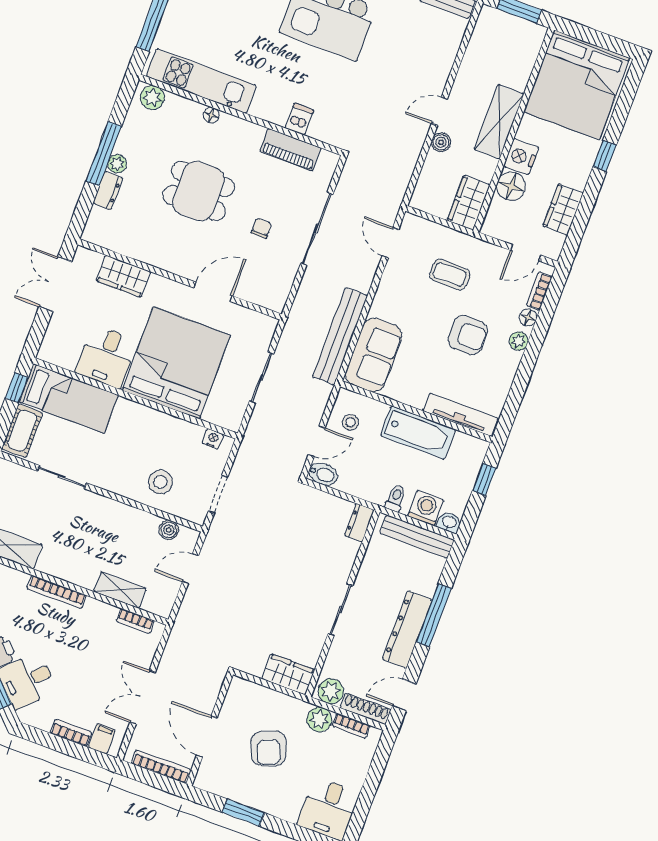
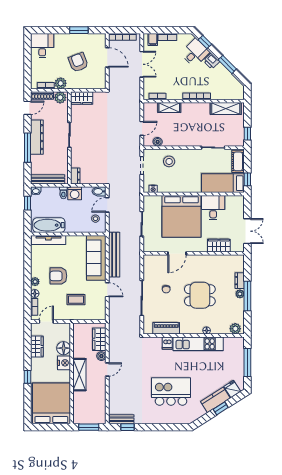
kitchen unit: (201, 81) -> (198, 344), moved
wardrobe: (469, 203) -> (99, 339), moved, turned 180
door: (391, 243) -> (107, 290), moved
sofa: (374, 355) -> (96, 258), width x1.36
bathtub: (418, 432) -> (49, 225), moved
window: (484, 479) -> (28, 203), moved
washing machine: (426, 508) -> (75, 193), moved

